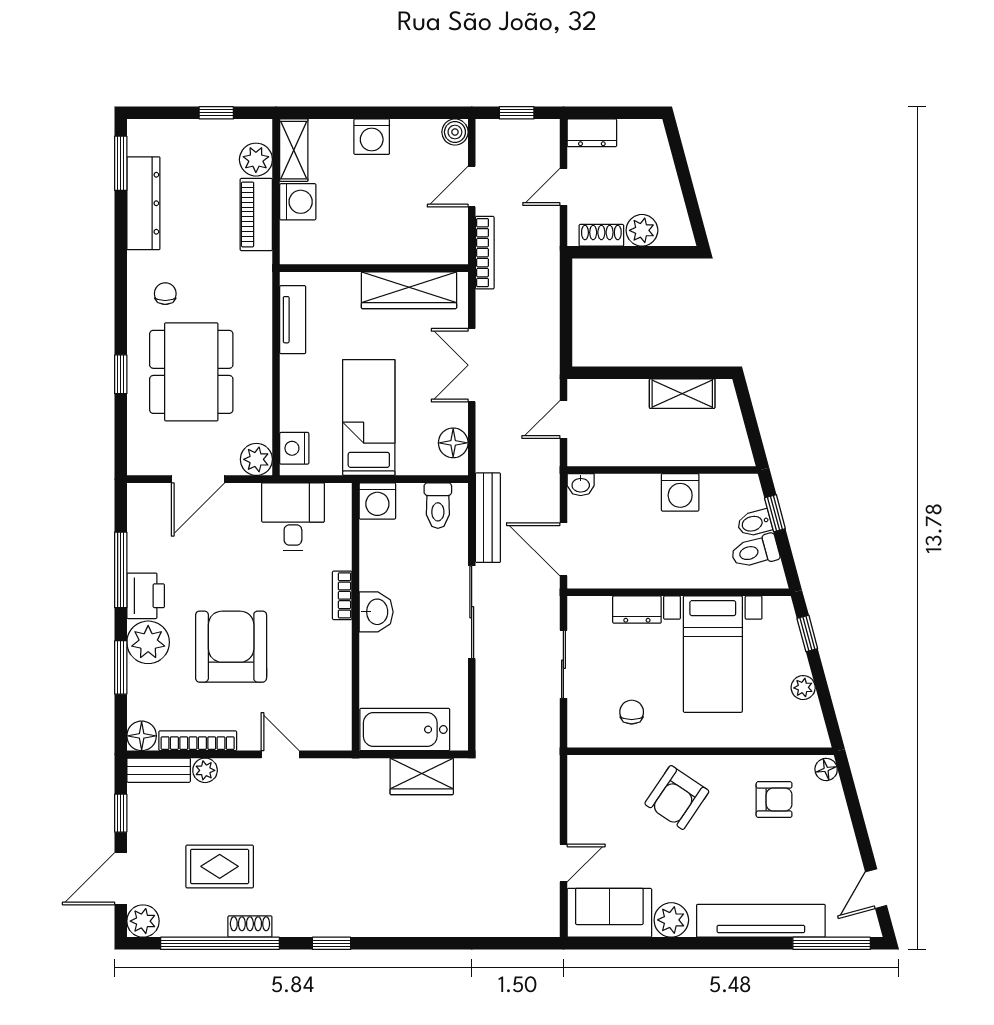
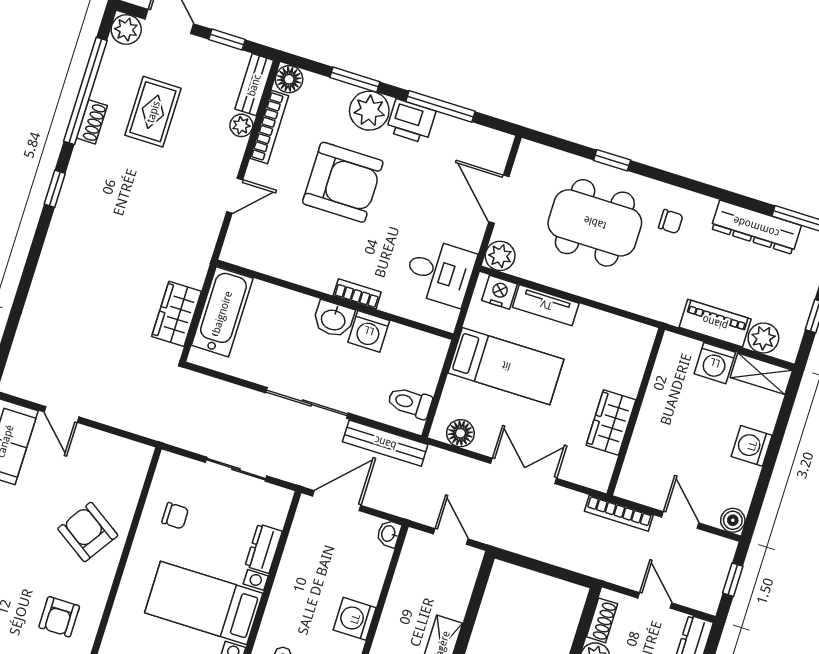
wardrobe: (409, 290) -> (611, 422), width x0.67
tv unit: (293, 320) -> (546, 305), moved
washing machine: (377, 501) -> (369, 331), moved, turned -90

